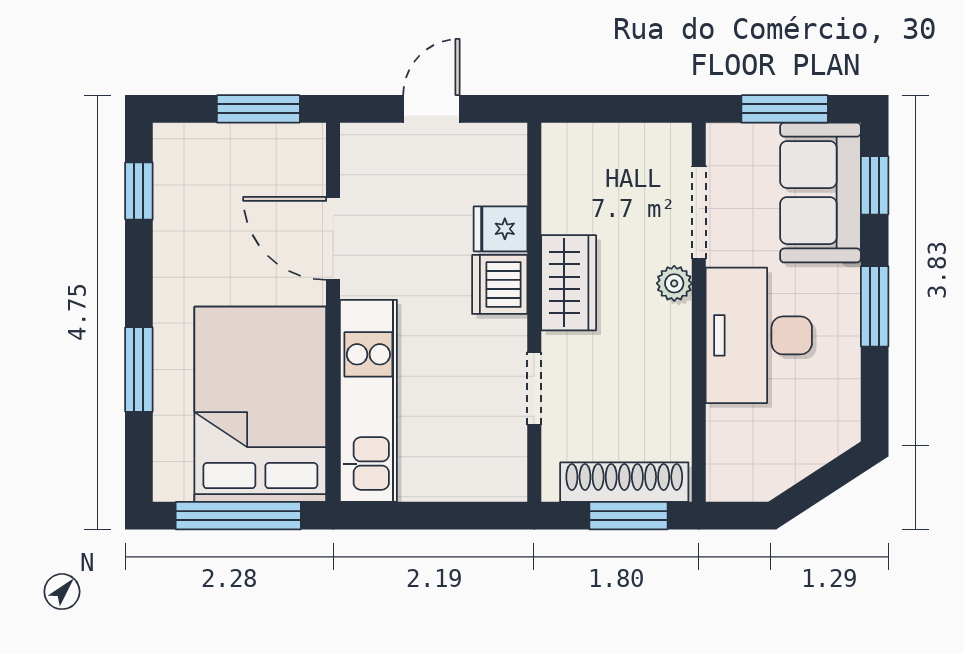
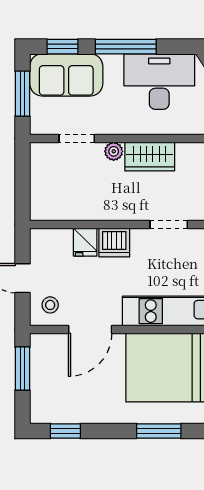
stool: (380, 162) -> (50, 305), added
doorway: (699, 213) -> (77, 139), width x0.73
wardrobe: (569, 283) -> (150, 157), moved, turned 180
window: (875, 306) -> (126, 47), width x1.44
desk: (759, 335) -> (159, 82), moved, turned 180

